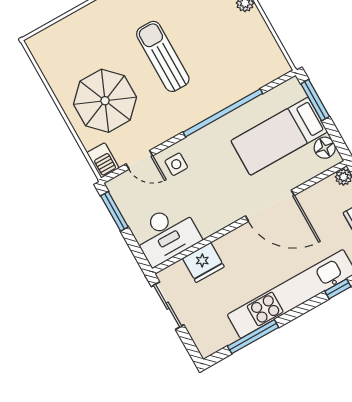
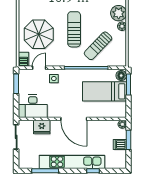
sun lounger: (222, 62) -> (98, 46), added
floor lamp: (325, 148) -> (121, 76), moved
door: (139, 160) -> (39, 68), swing flipped
door: (270, 206) -> (74, 119), moved

